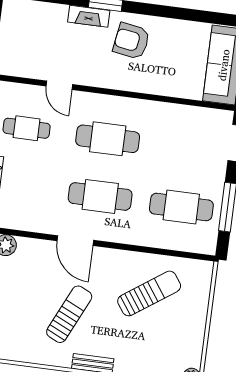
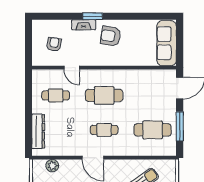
armchair: (35, 42) -> (54, 44), added
cafe table: (100, 196) -> (104, 130), width x0.73, depth x0.74

